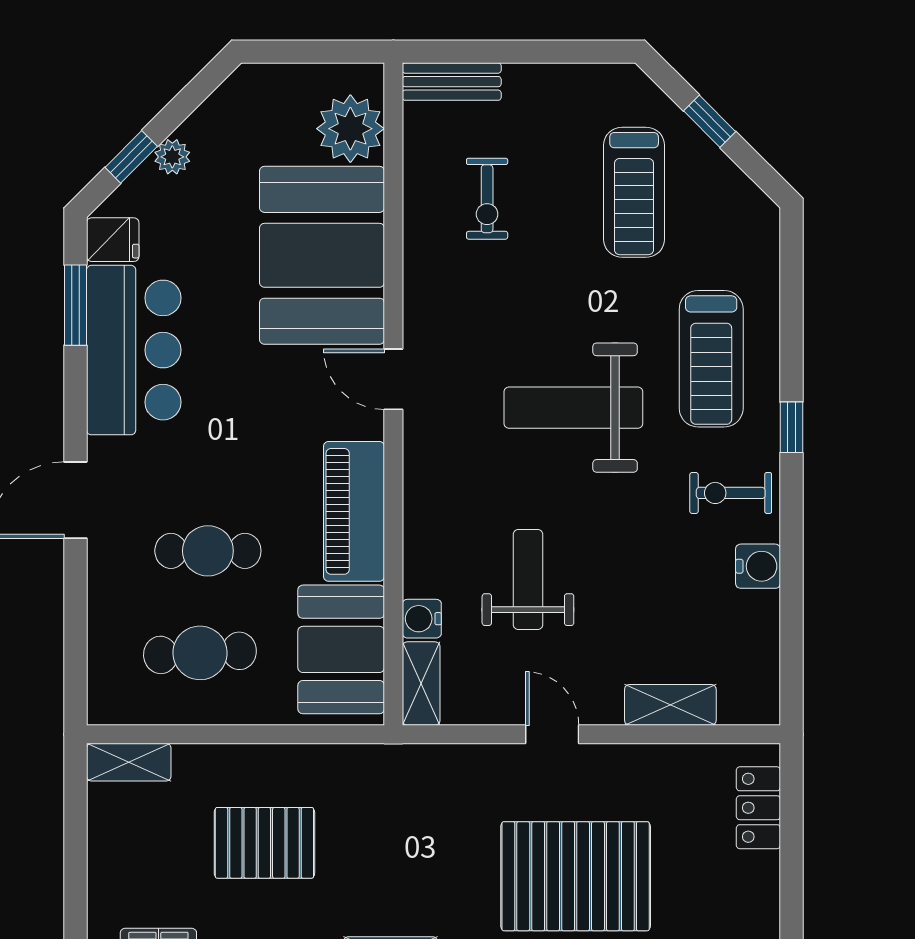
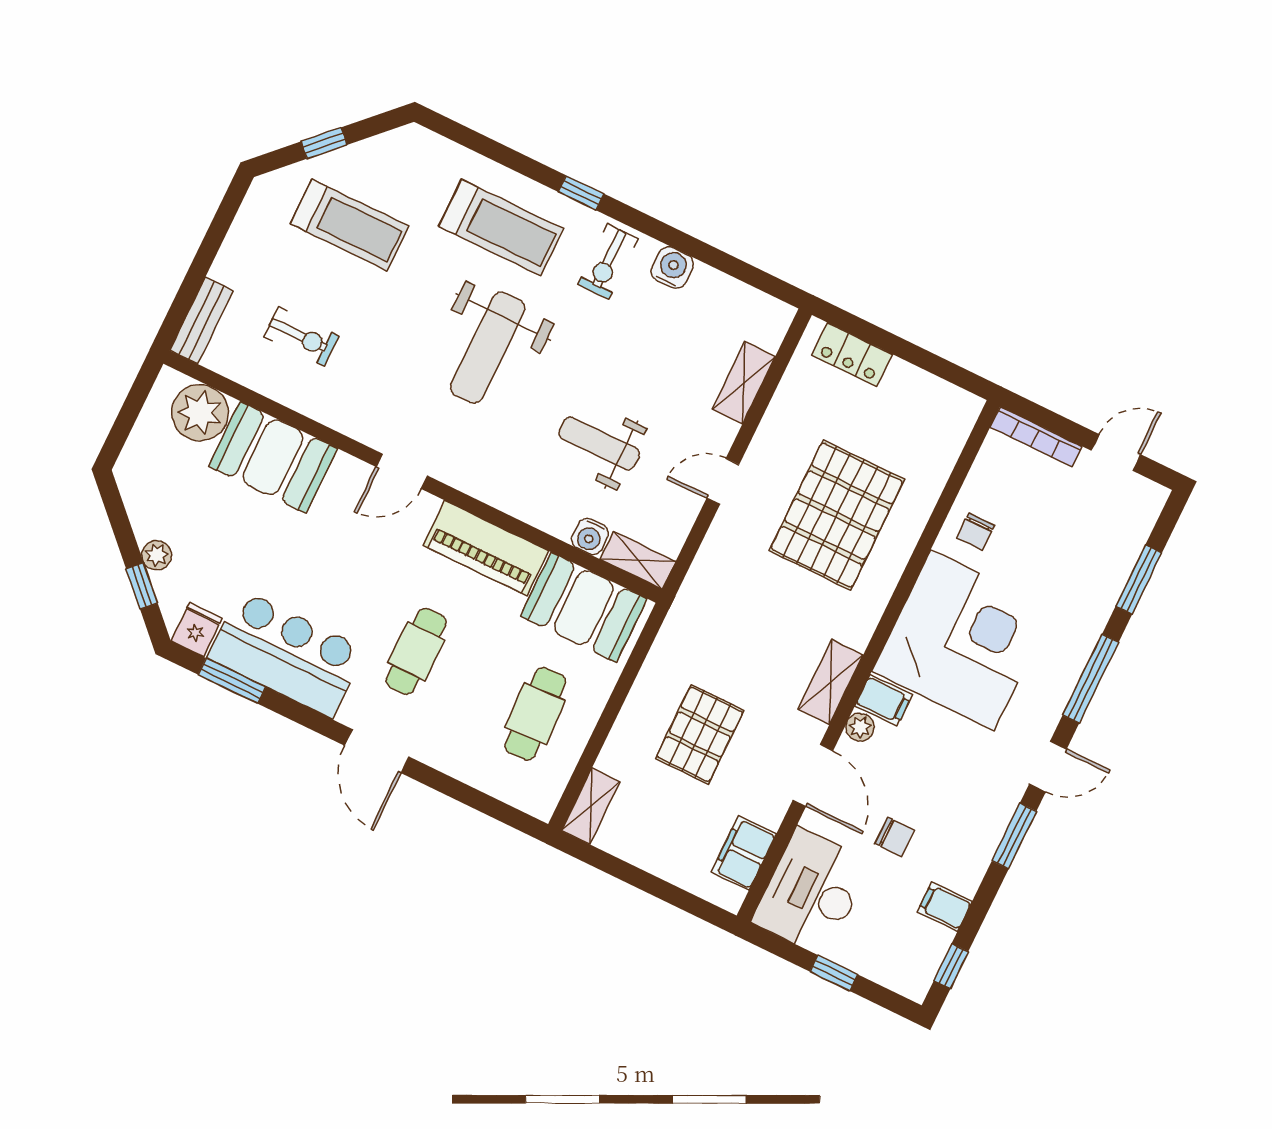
booth: (322, 255) -> (273, 457), width x0.73, depth x0.70
cafe table: (208, 551) -> (416, 651), moved

